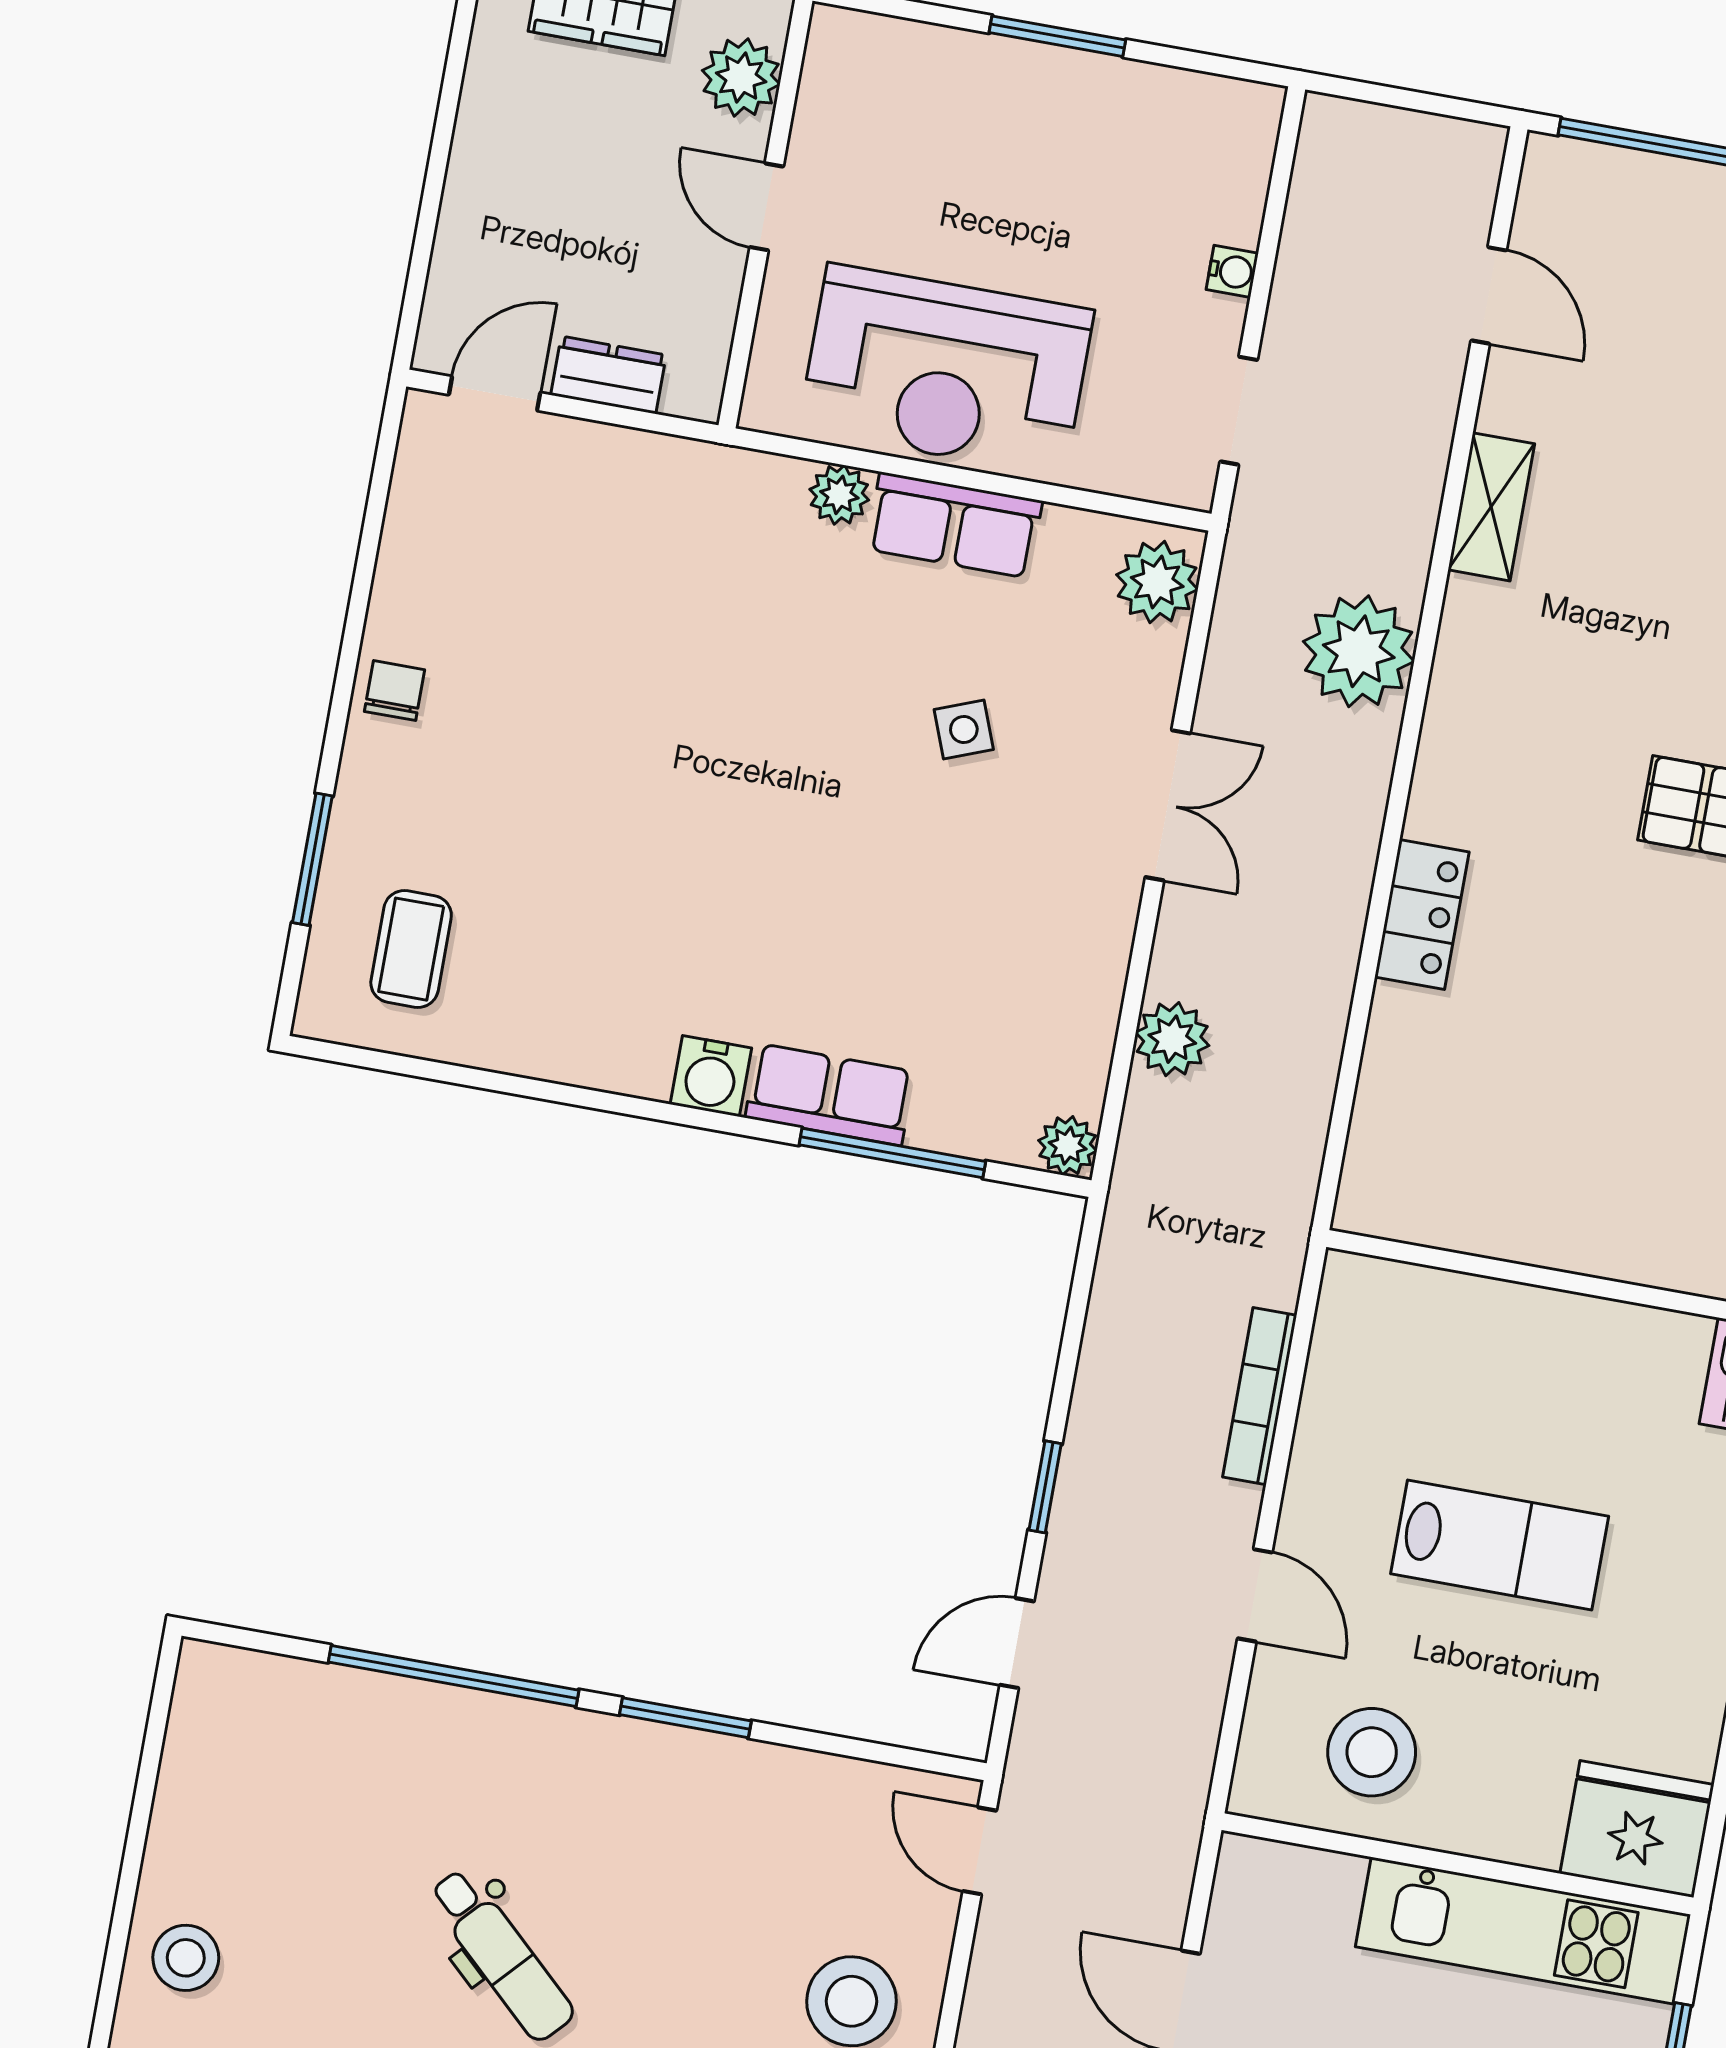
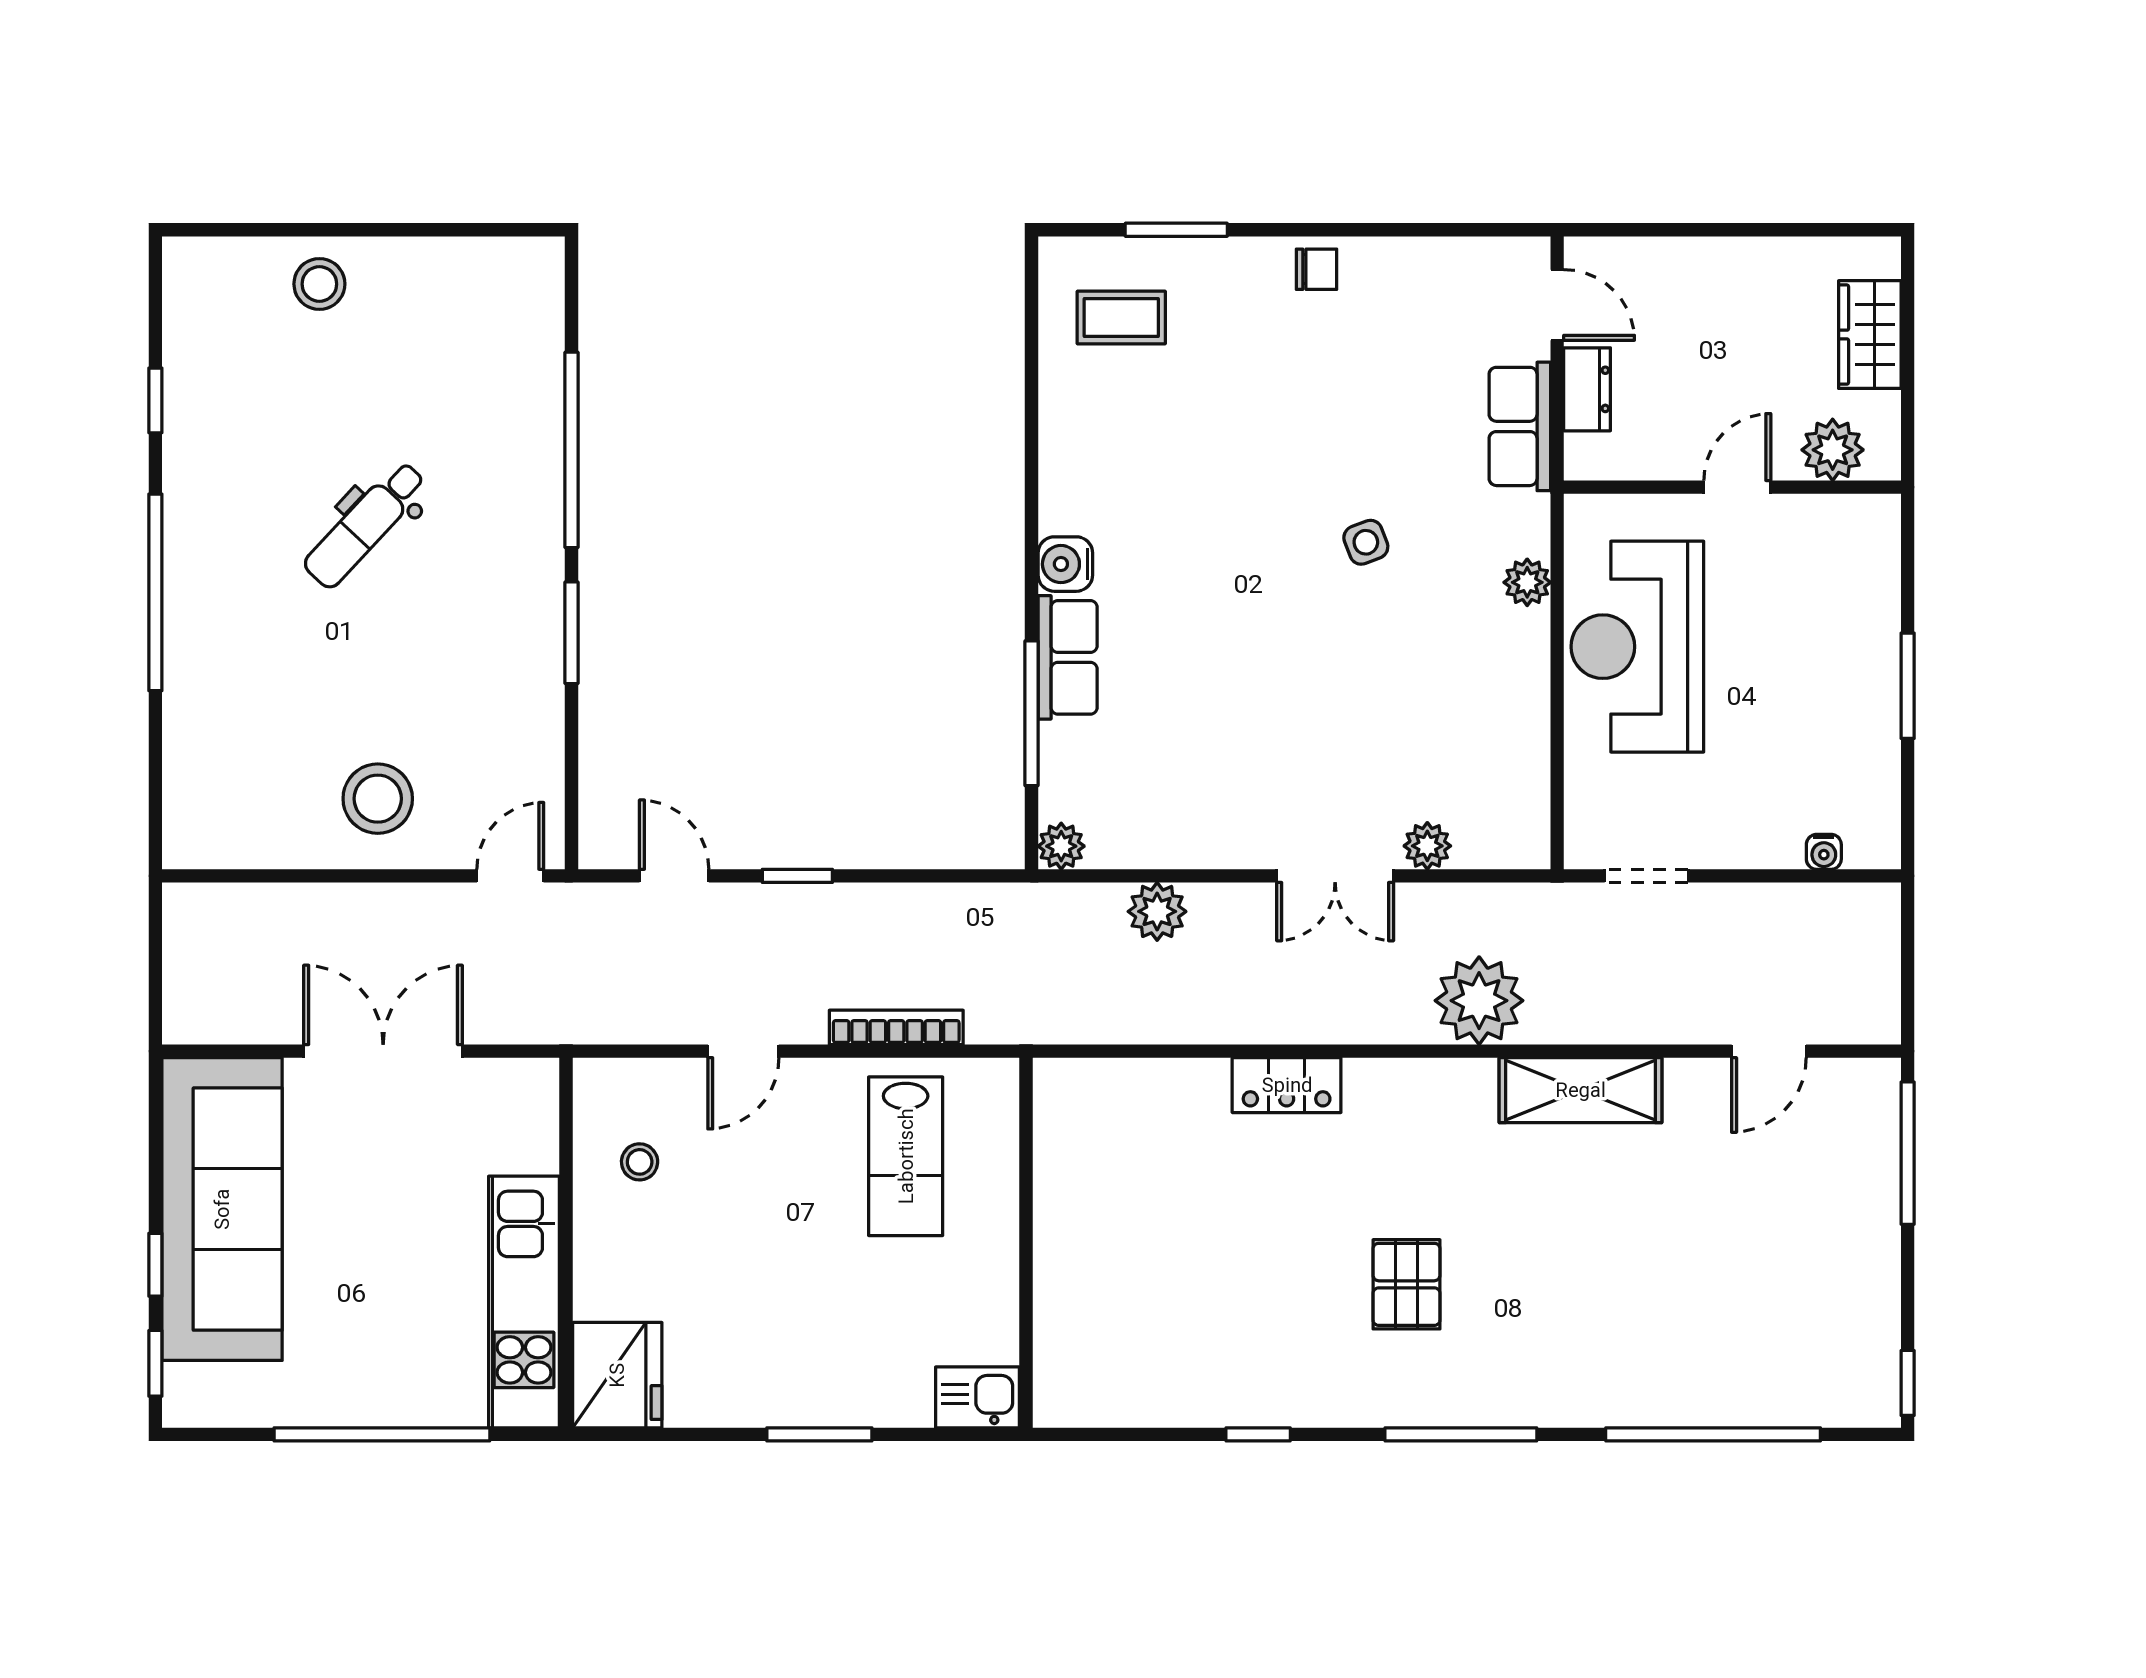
water cooler: (1232, 271) -> (1824, 852), moved
shelving: (1491, 507) -> (1581, 1090), width x1.50, depth x1.33
row of seats: (954, 525) -> (1520, 426), moved
plant: (1157, 582) -> (1427, 846), moved, width x0.73, depth x0.73
side table: (964, 730) -> (1366, 542), moved
lab bench: (1500, 1545) -> (906, 1156), moved
stool: (1372, 1752) -> (640, 1162), width x0.53, depth x0.53

